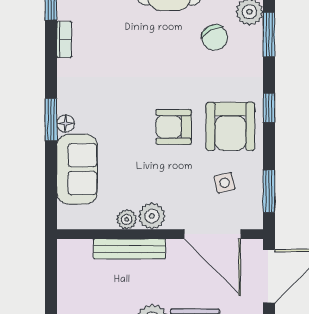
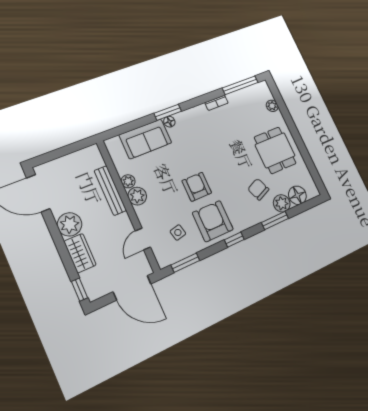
chair: (215, 37) -> (258, 189), turned 95
armchair: (230, 126) -> (213, 221), turned 90
door: (212, 234) -> (143, 239), width x0.53

